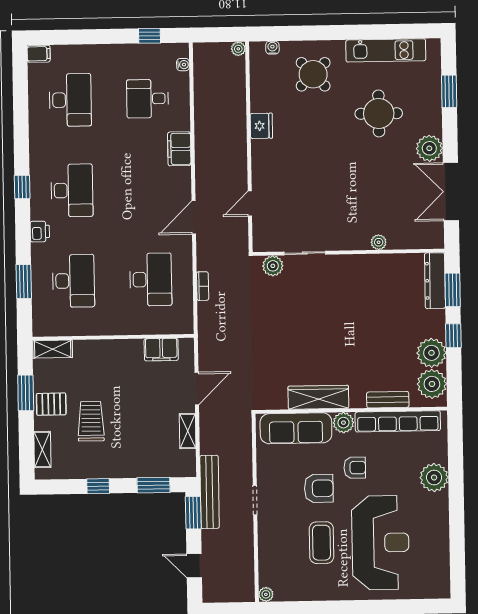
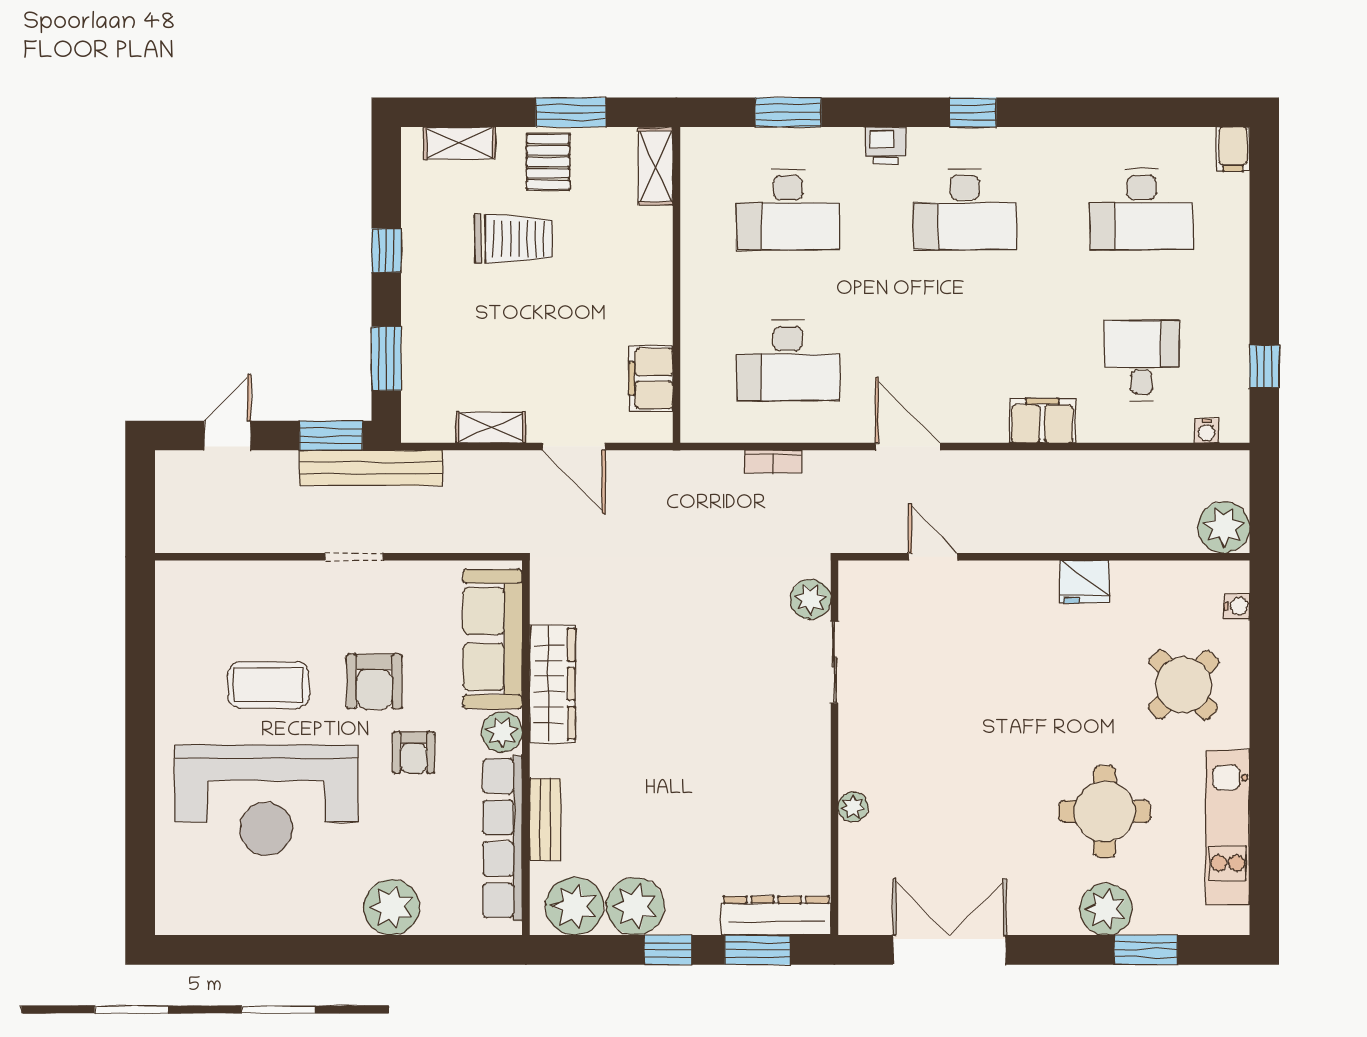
plant: (238, 49) -> (1224, 527), width x1.88, depth x1.88
plant: (429, 148) -> (1106, 909), moved
plant: (266, 594) -> (169, 575), removed

